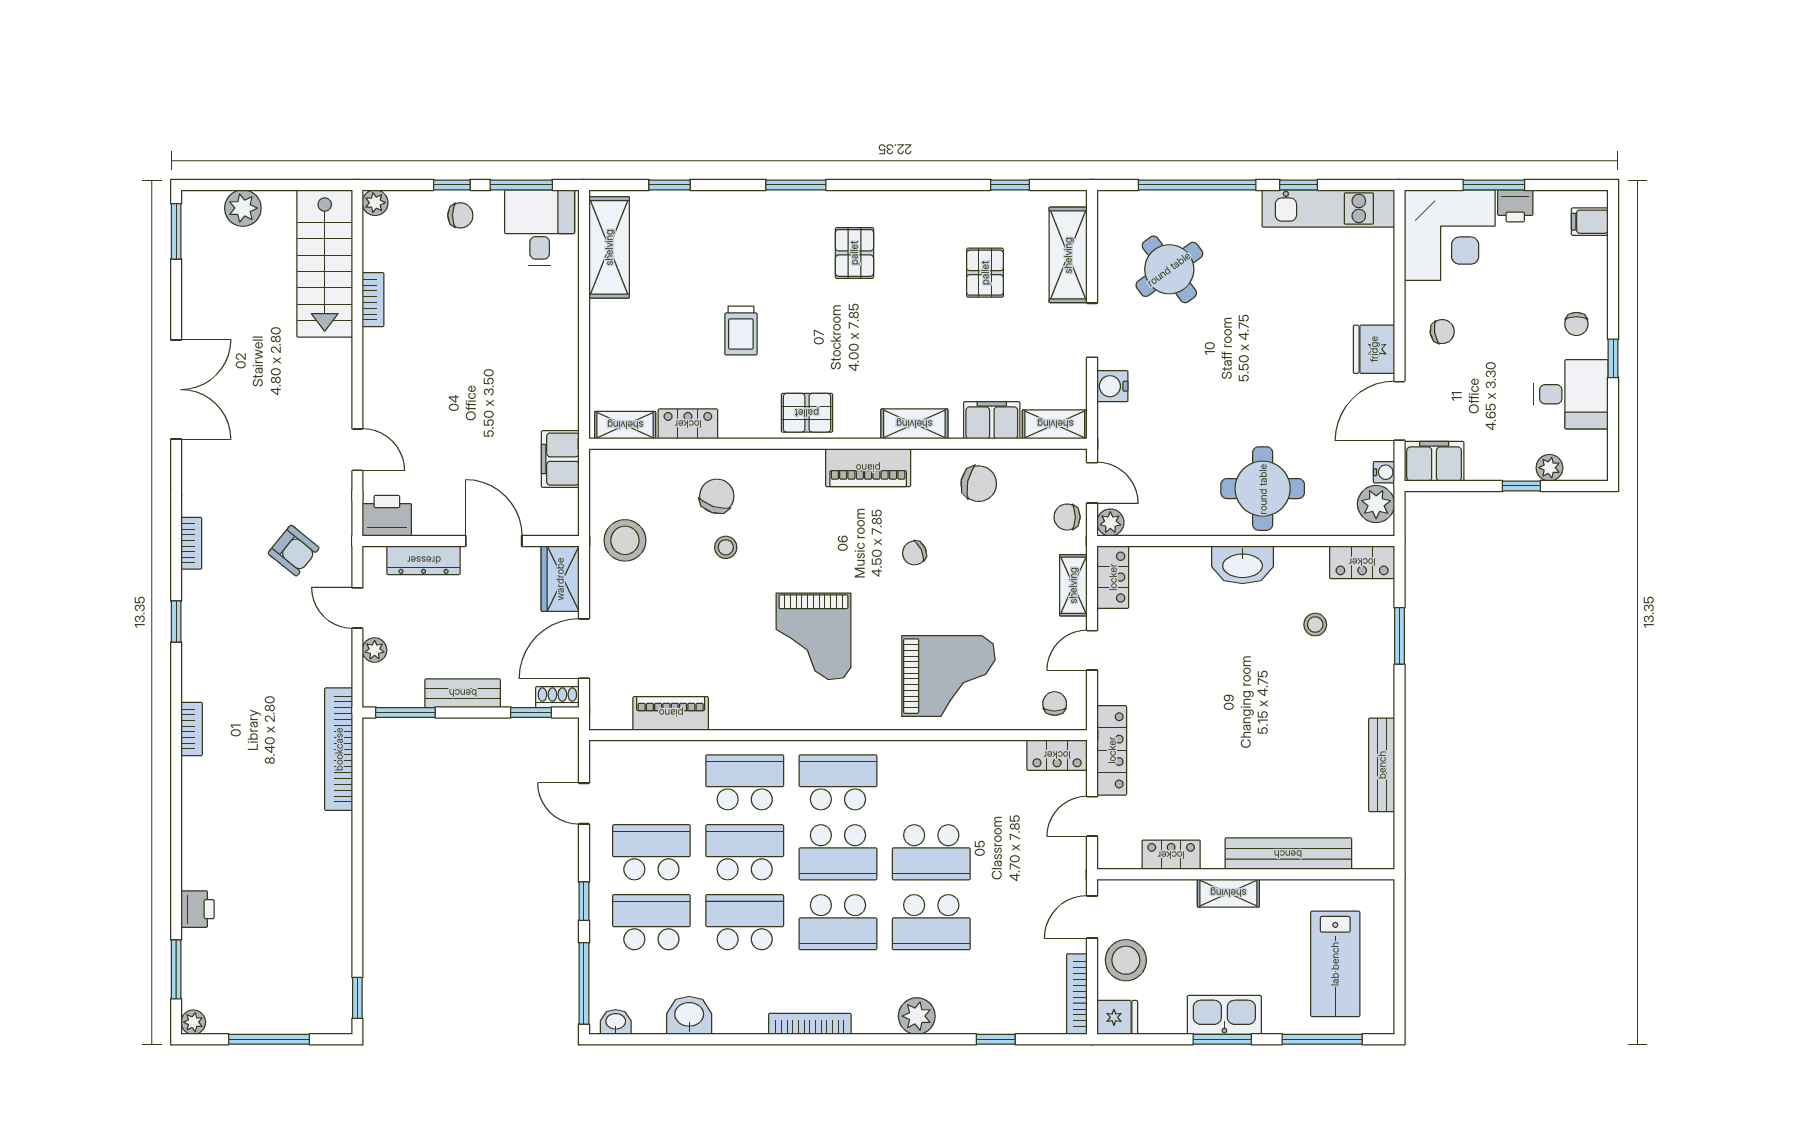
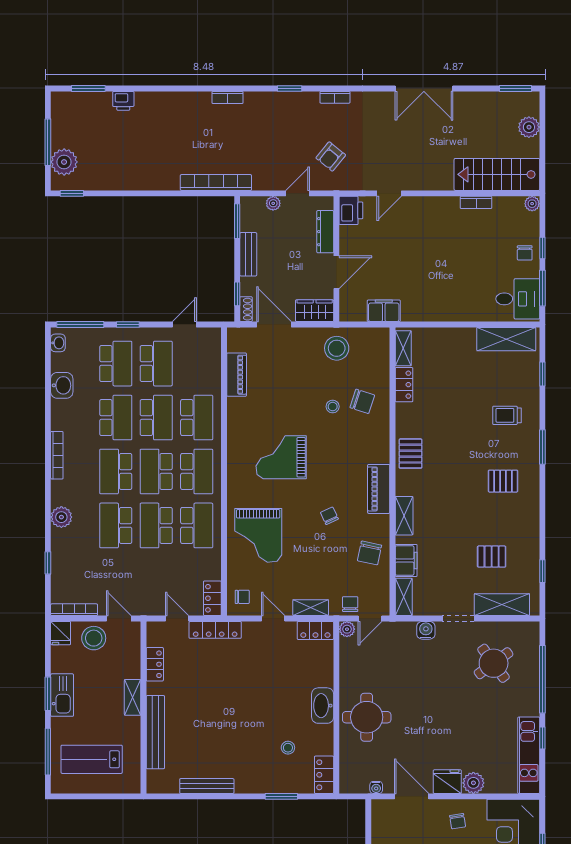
trolley: (741, 331) -> (507, 415), moved
filing cabinet: (1434, 461) -> (382, 816), removed
plant: (1376, 504) -> (473, 783), moved
school desk: (931, 782) -> (197, 525), added
plant: (193, 1022) -> (64, 162), moved, width x1.87, depth x1.87

